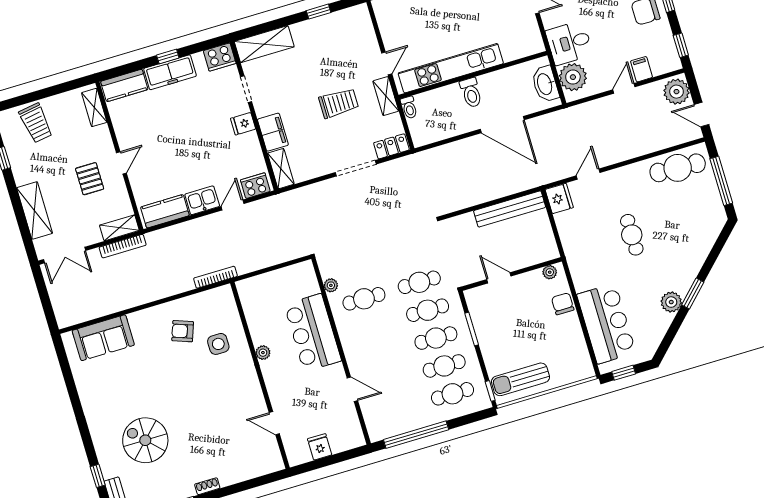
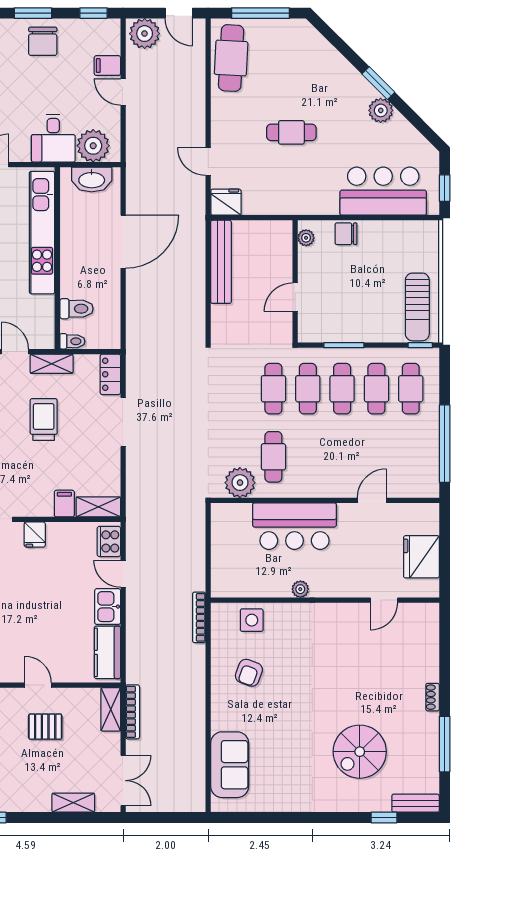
kitchen unit: (451, 68) -> (42, 233), moved
toilet: (471, 93) -> (76, 309), moved
door: (701, 115) -> (179, 13), hinge flipped
filing cabinet: (273, 132) -> (64, 504), width x0.50
shelving: (35, 210) -> (73, 803), width x0.67, depth x0.75
plant: (331, 285) -> (240, 483), width x1.88, depth x1.88
side table: (218, 344) -> (252, 620), moved
fridge: (320, 447) -> (421, 557), width x1.88, depth x1.34

